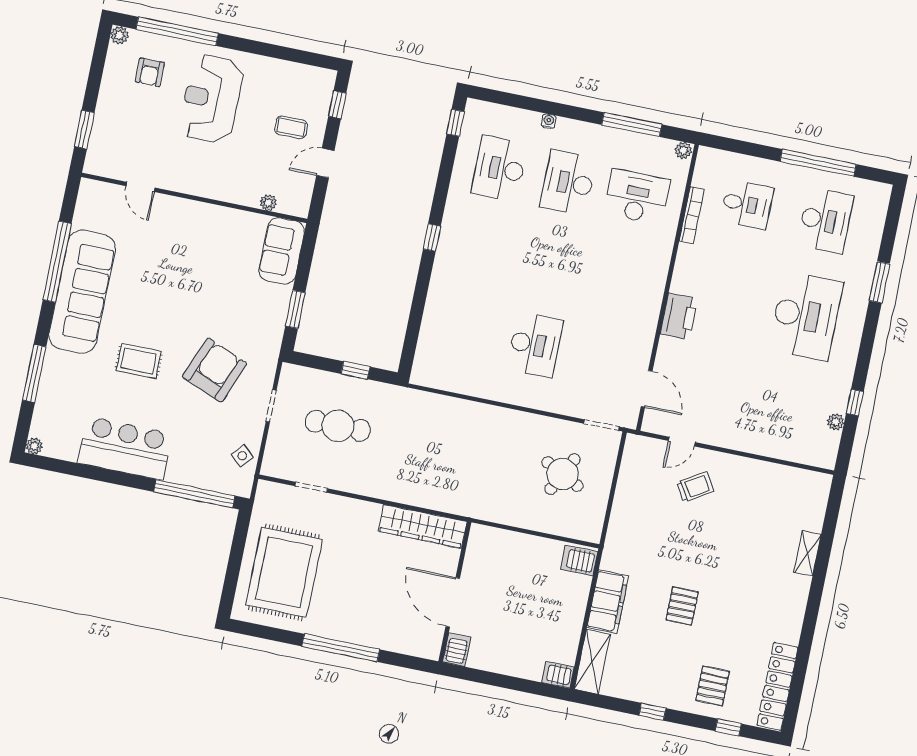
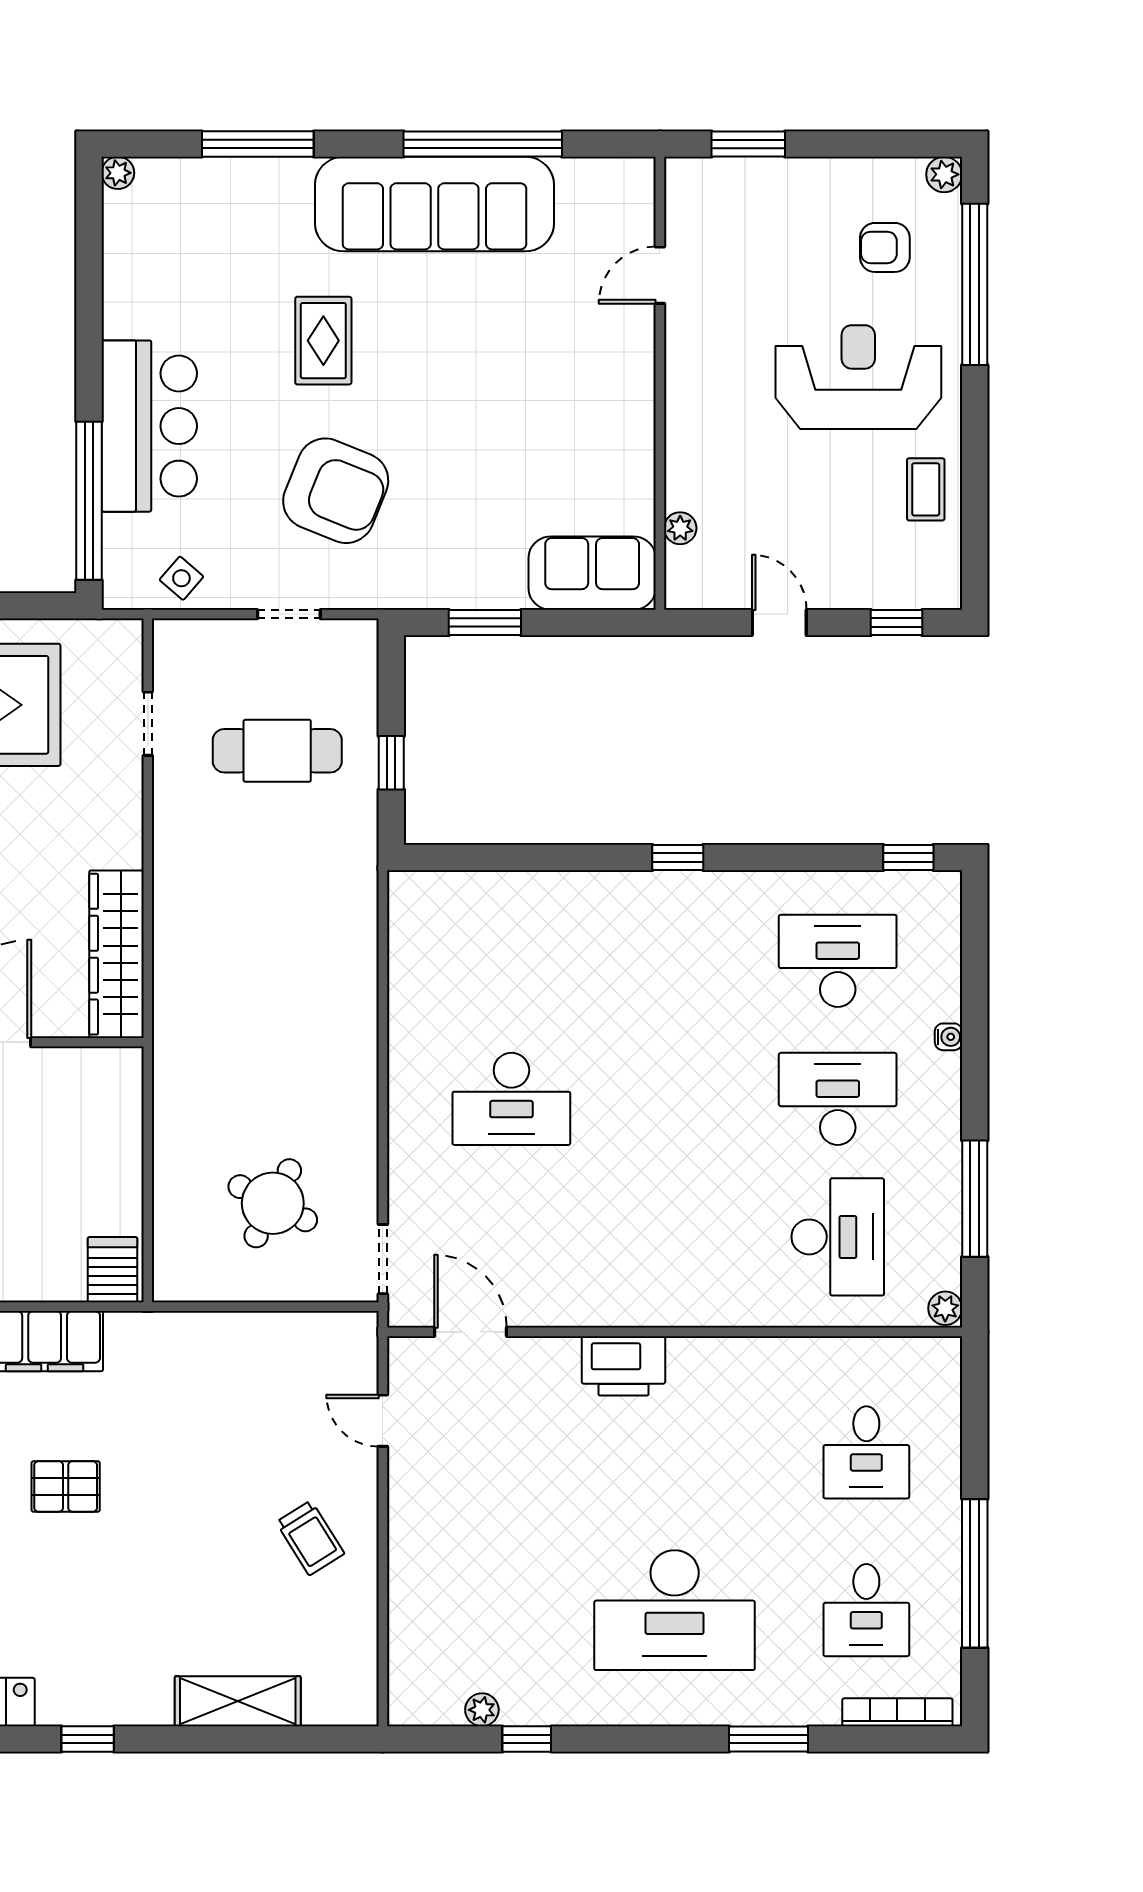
coffee table: (291, 127) -> (926, 489), moved
bookcase: (692, 215) -> (897, 1712), moved, turned 180
desk: (825, 220) -> (866, 1610), width x0.73
door: (647, 389) -> (471, 1332), swing flipped
cafe table: (338, 426) -> (277, 751), turned 90
bar counter: (125, 448) -> (149, 426), moved
trolley: (695, 487) -> (310, 1538), moved
shelving: (807, 553) -> (238, 1701), width x1.50, depth x1.33
window: (810, 621) -> (88, 1739), added

